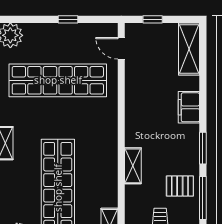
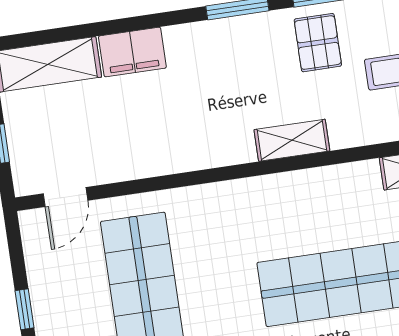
filing cabinet: (189, 107) -> (132, 52), moved

